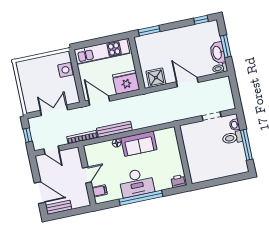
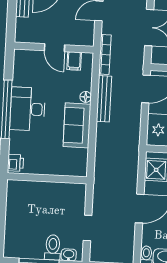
filing cabinet: (100, 191) -> (74, 61), moved

